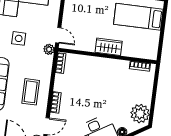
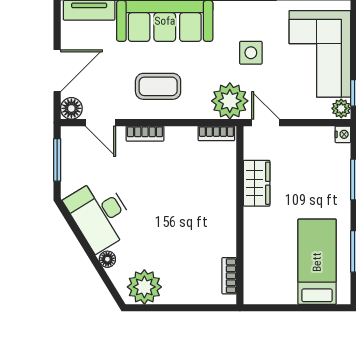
door: (58, 35) -> (266, 123), swing flipped
wardrobe: (109, 47) -> (257, 183), moved
plant: (49, 49) -> (230, 101), width x1.88, depth x1.88

